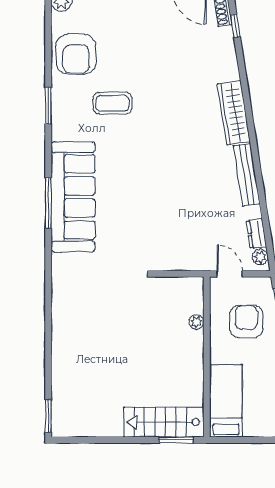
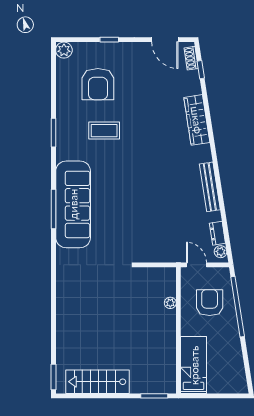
armchair: (76, 54) -> (98, 84), moved
wardrobe: (234, 113) -> (197, 120), moved
stairs: (164, 422) -> (97, 382), moved

